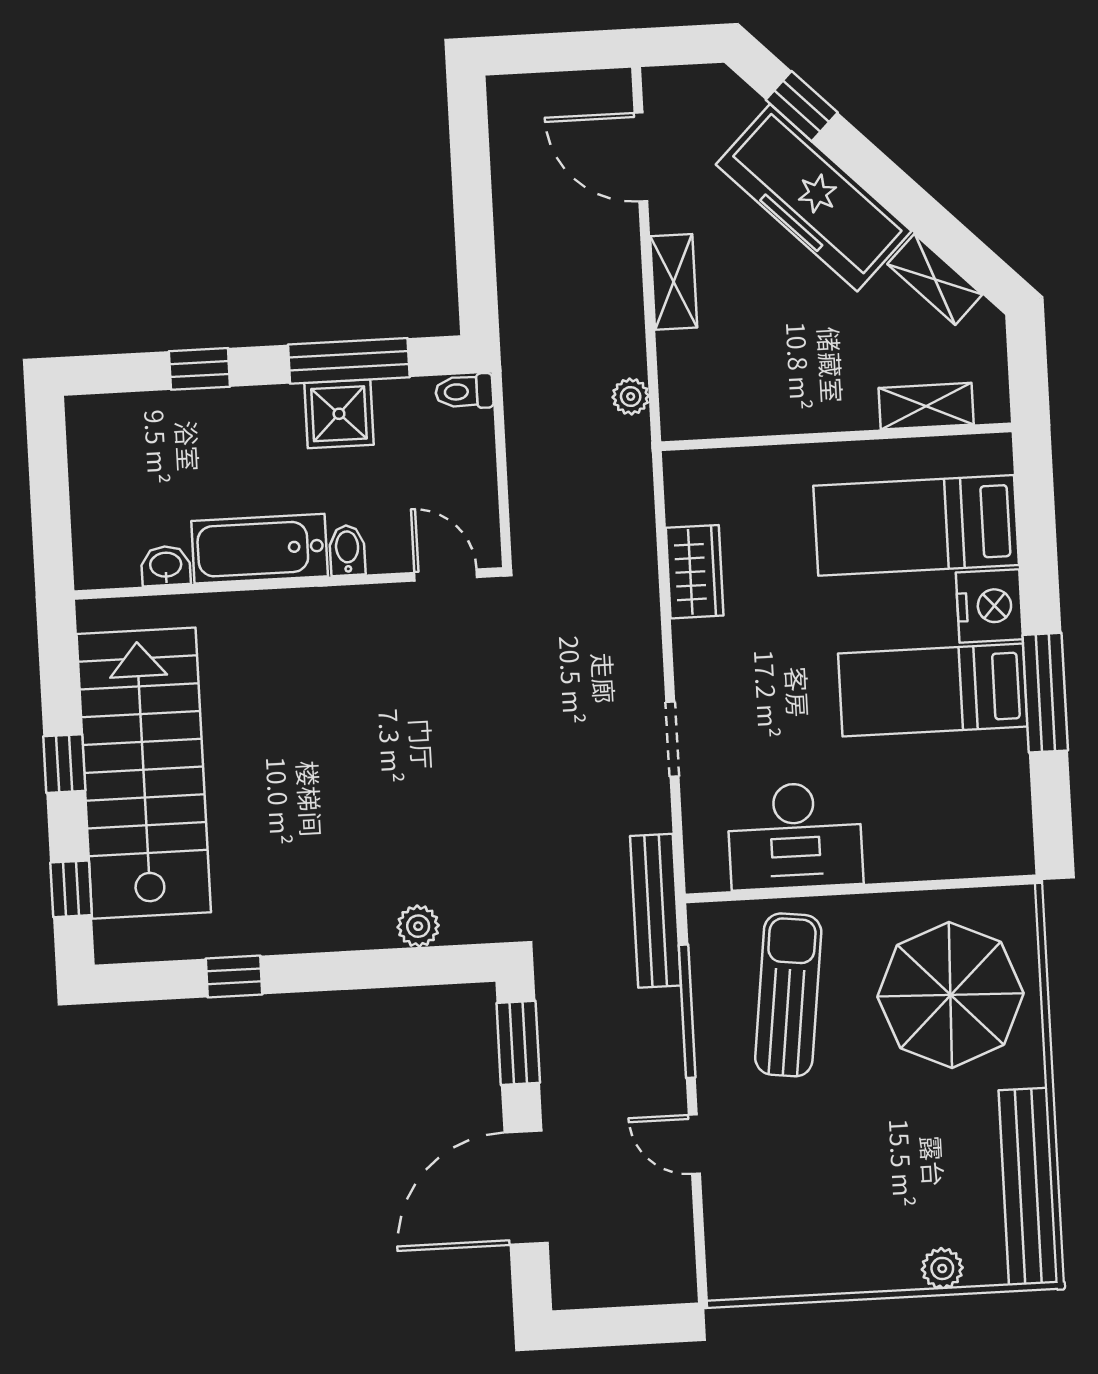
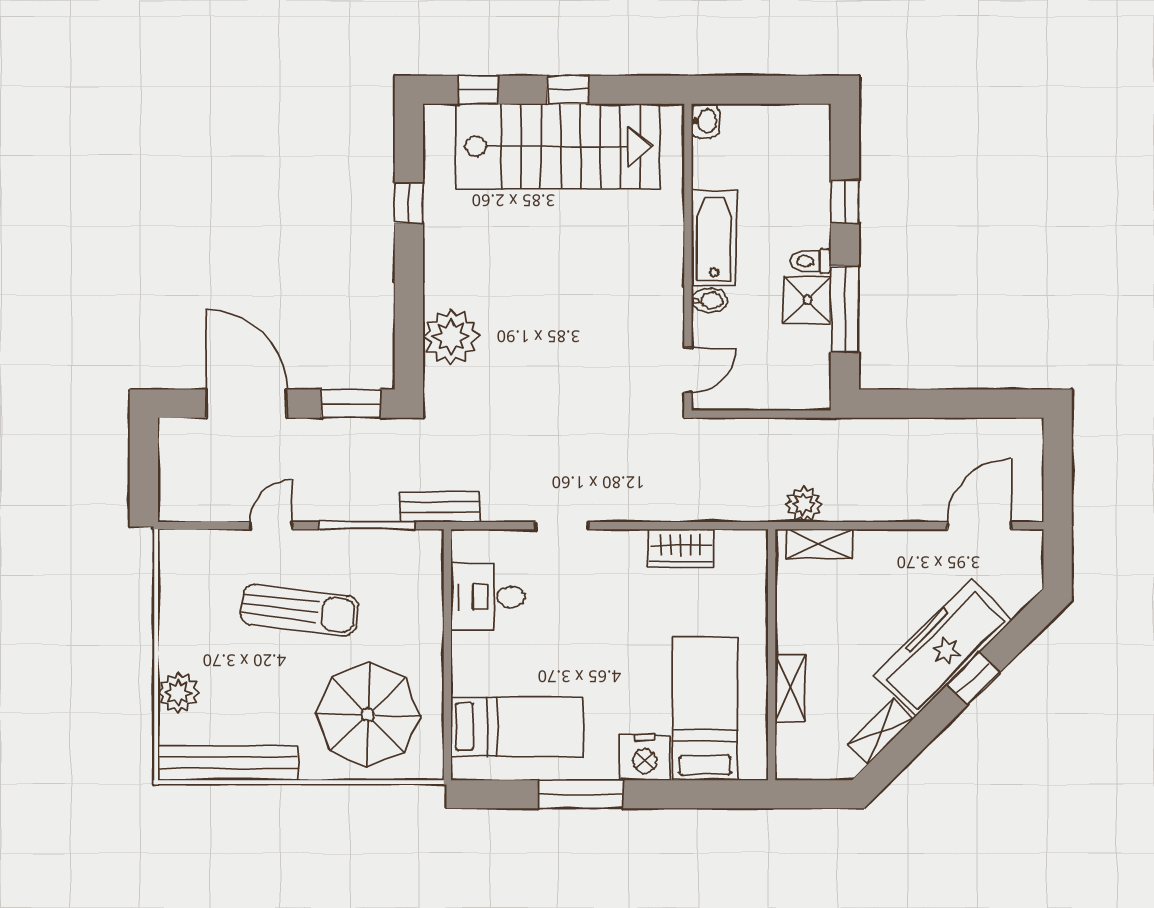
window: (802, 106) -> (973, 679), moved
shelving: (674, 282) -> (819, 544), moved
toilet: (464, 392) -> (811, 261), moved, turned -90
plant: (631, 397) -> (803, 504), width x1.38, depth x1.38
shelving: (926, 406) -> (790, 688), moved
washbasin: (166, 566) -> (705, 121), moved
bed: (933, 690) -> (517, 726), moved, turned 90
desk: (795, 836) -> (488, 597), width x0.73
bench: (655, 911) -> (440, 507), width x0.73
plant: (418, 926) -> (451, 337), width x1.88, depth x1.88
sun lounger: (788, 995) -> (299, 610), moved
plant: (942, 1268) -> (178, 693), width x1.38, depth x1.38

